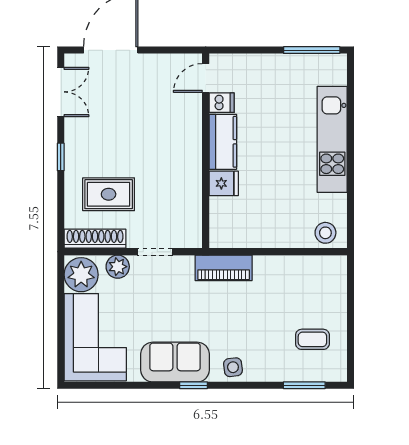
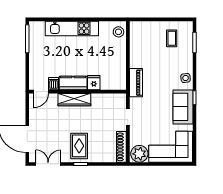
door: (206, 78) -> (41, 92), hinge flipped
wardrobe: (190, 145) -> (74, 100), added
rug: (109, 194) -> (79, 146), moved
plant: (118, 267) -> (135, 136), removed

